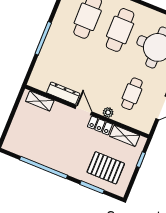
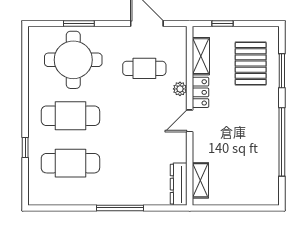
dresser: (63, 93) -> (179, 184), moved

